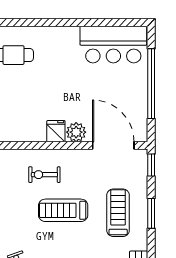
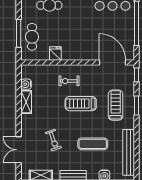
fridge: (56, 131) -> (55, 53), moved
plant: (76, 132) -> (89, 54), removed

